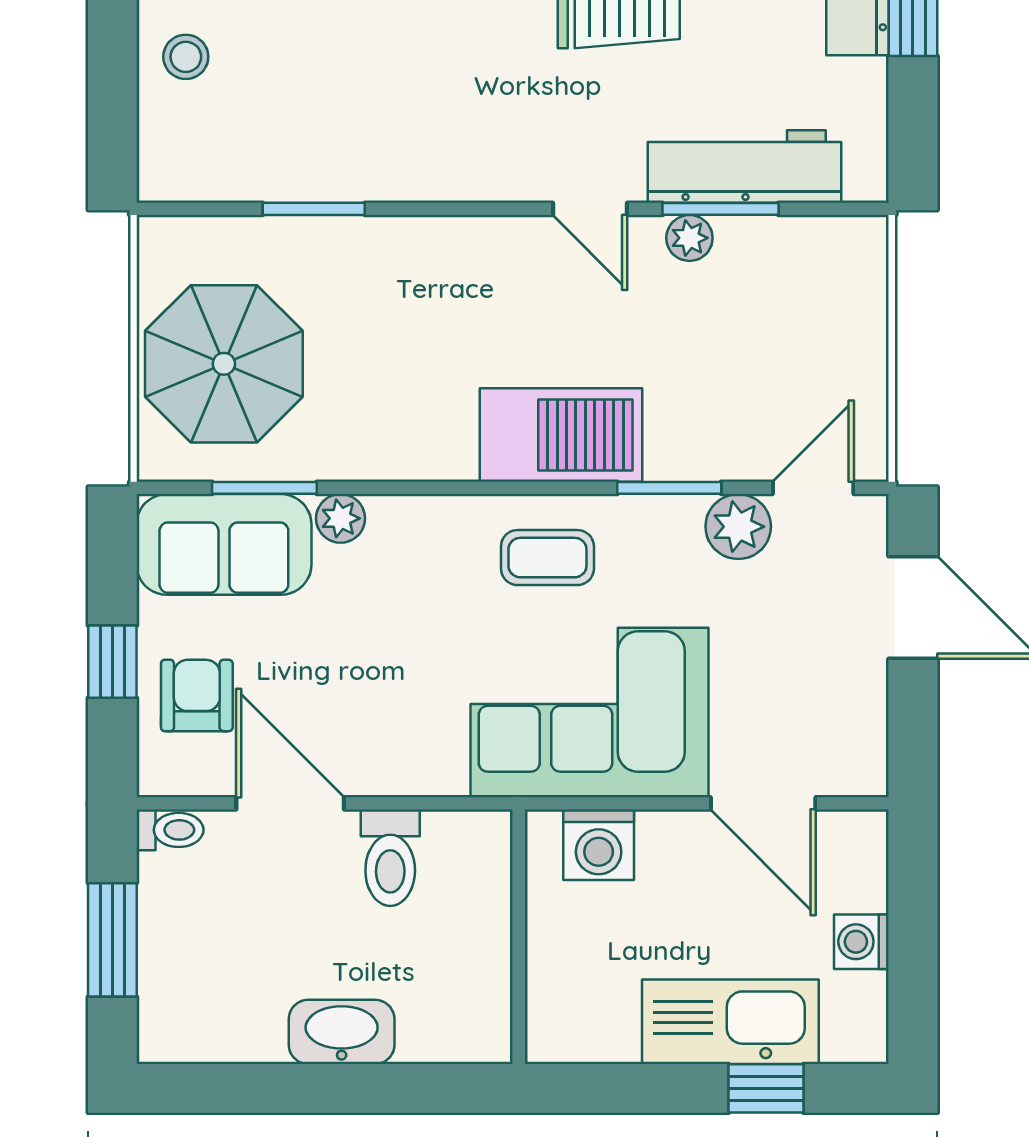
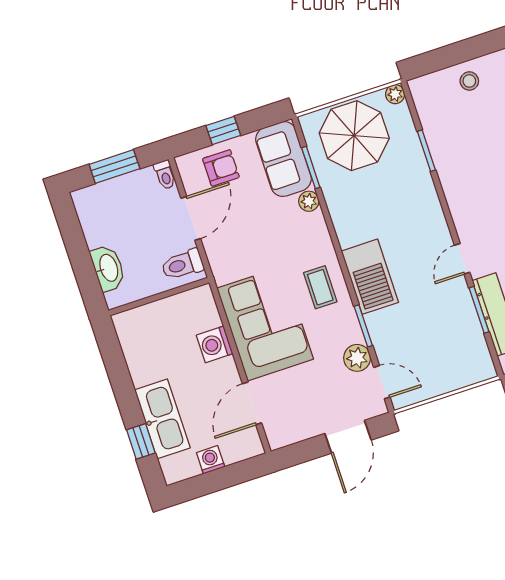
plant: (689, 238) -> (395, 94), moved
wall: (519, 937) -> (159, 297), moved

